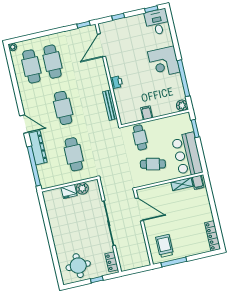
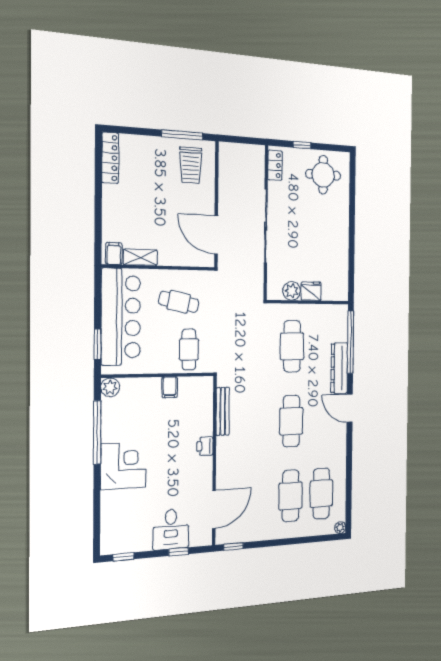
desk: (157, 22) -> (171, 529), moved
bar counter: (187, 155) -> (121, 317), width x1.36

